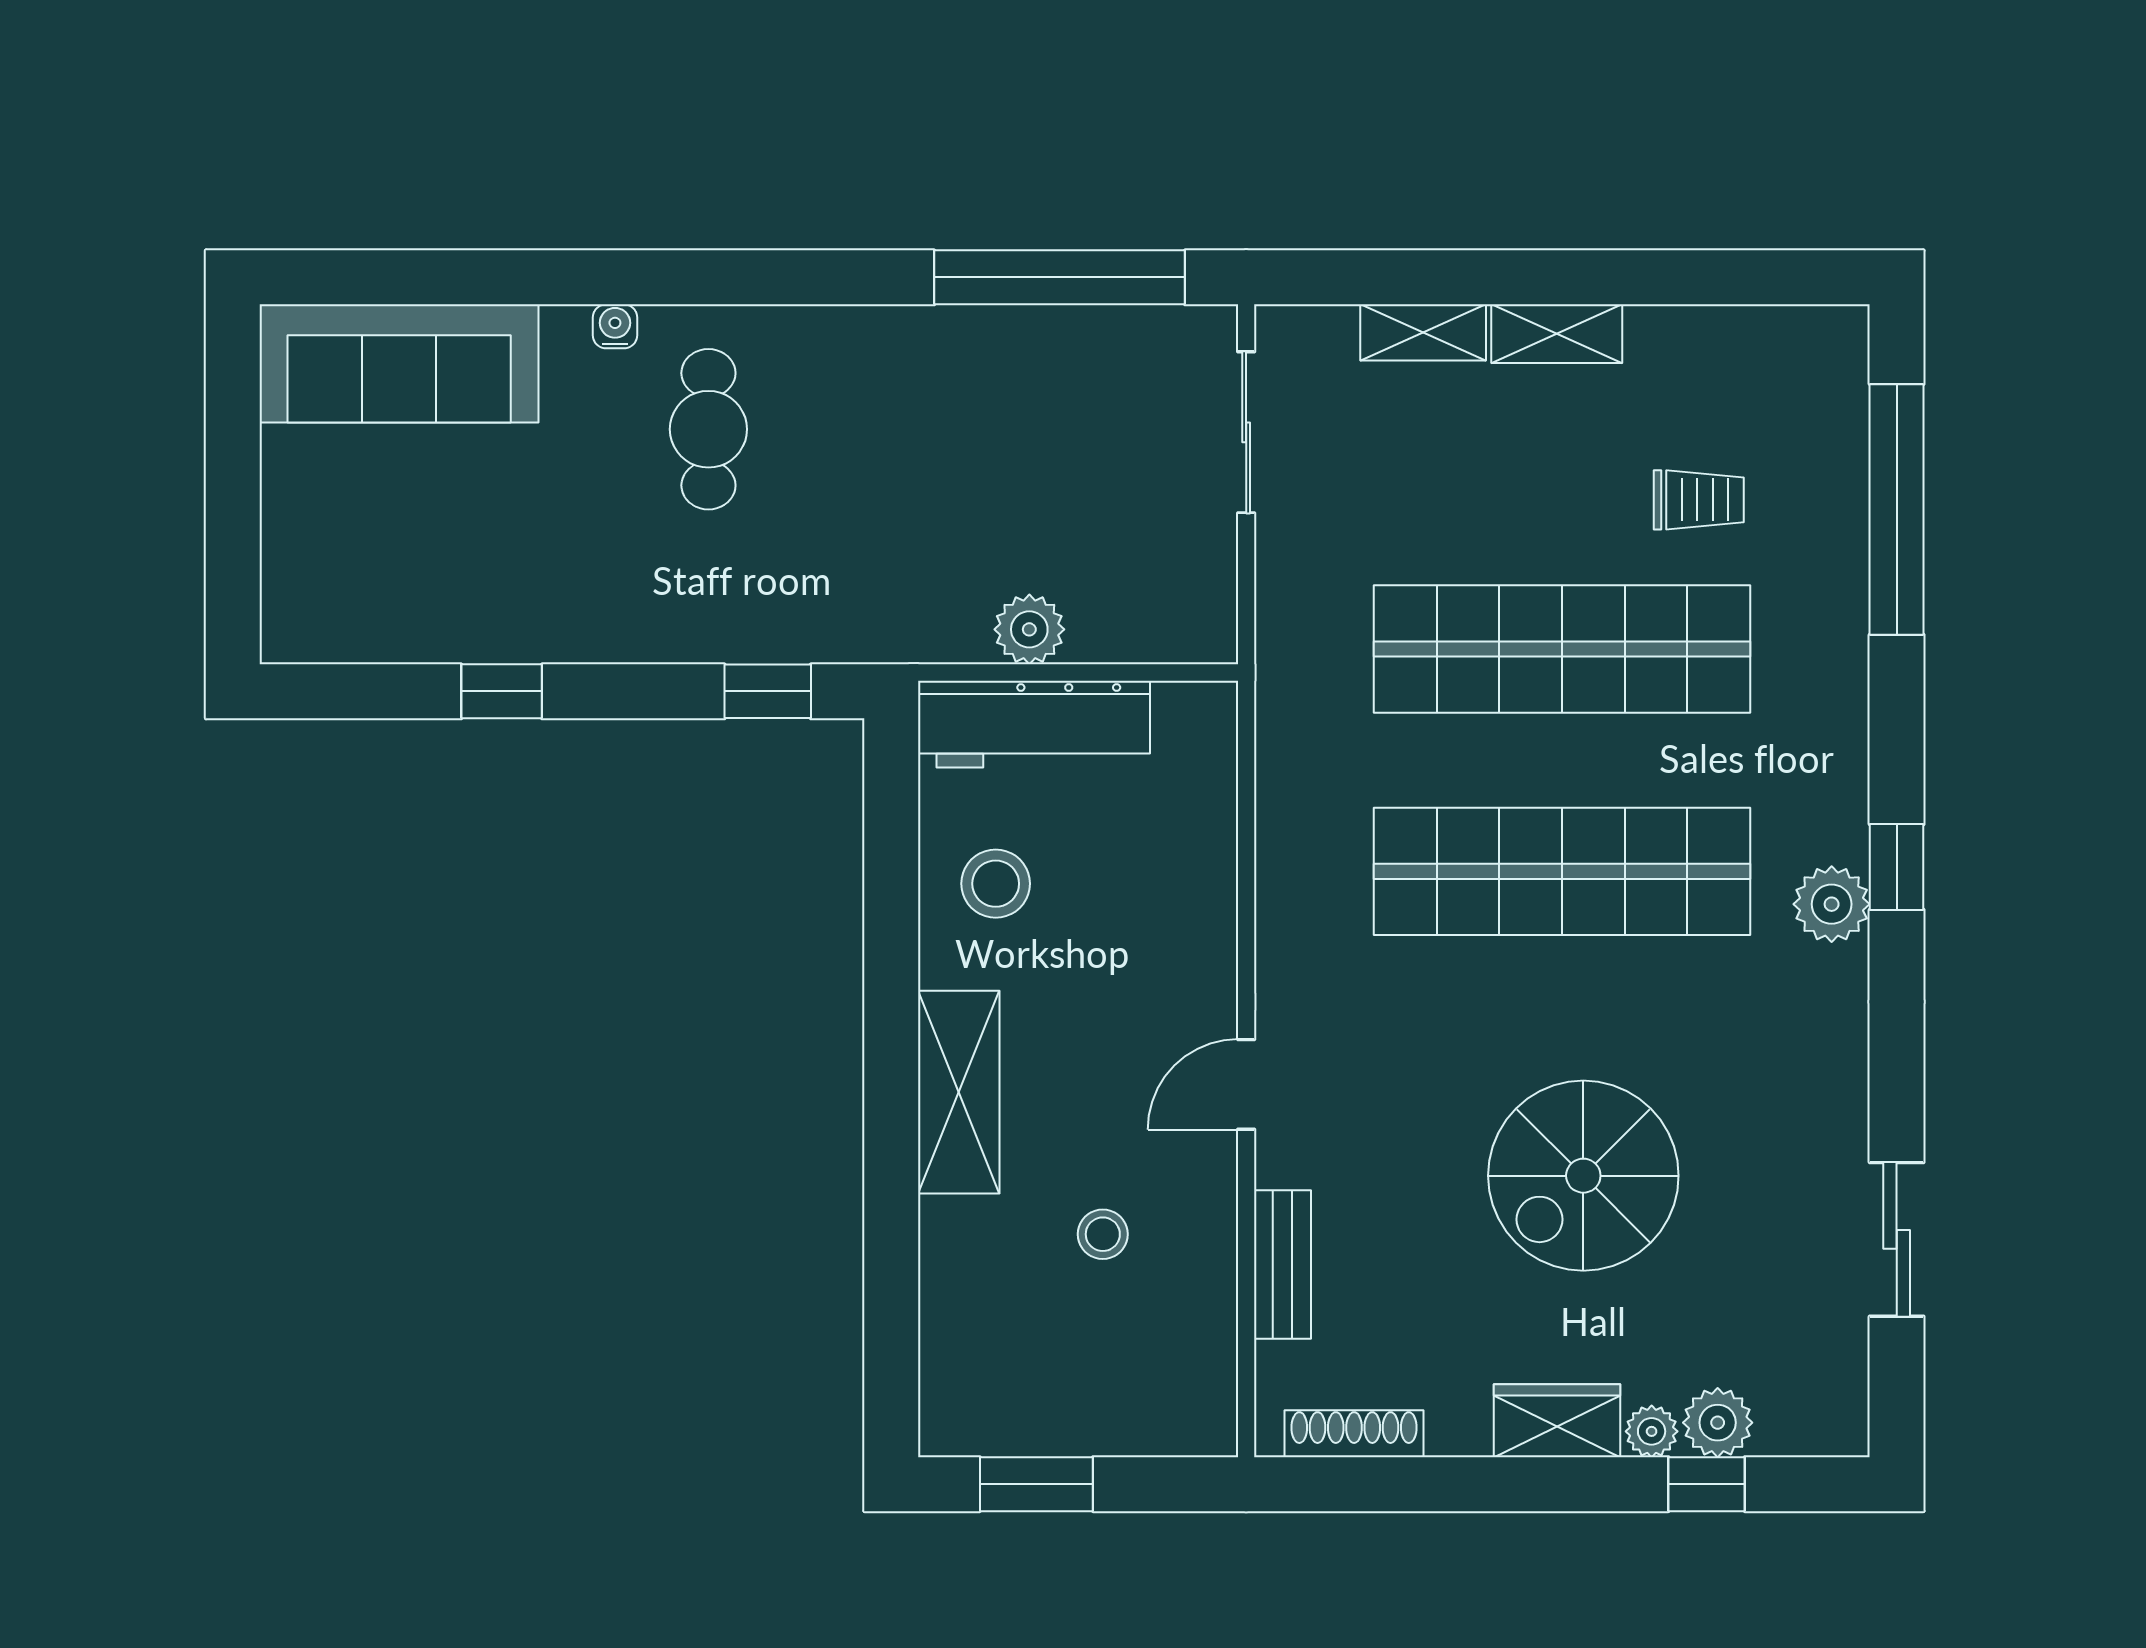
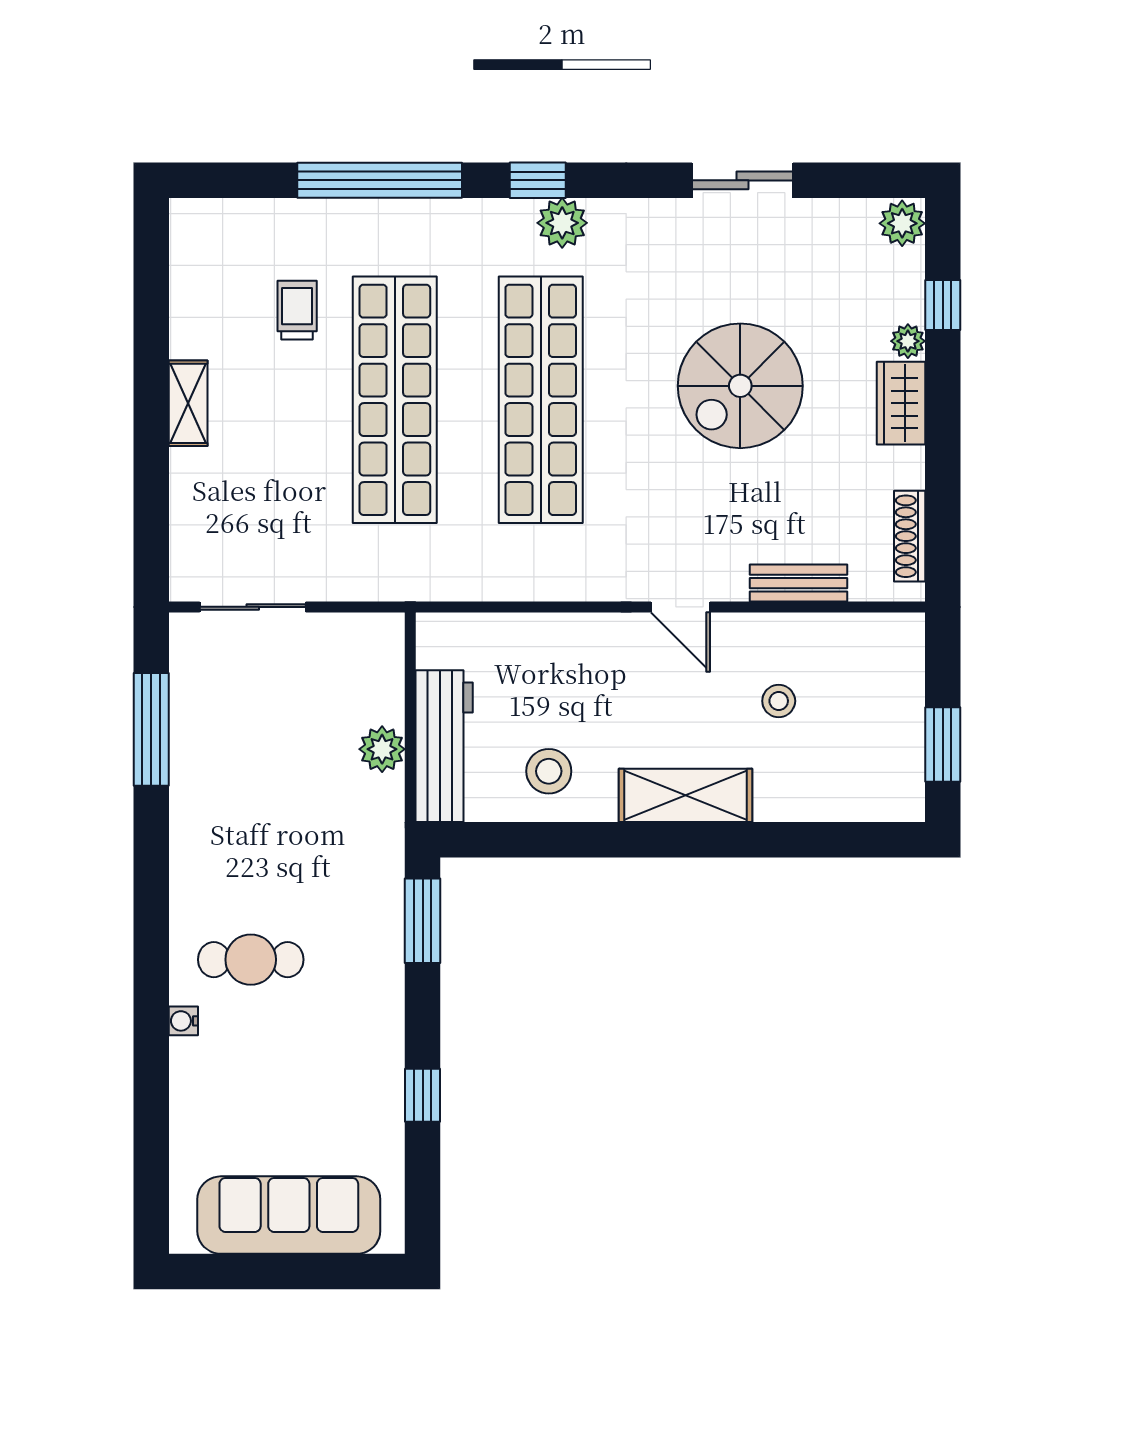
window: (1060, 277) -> (151, 729), width x0.68
shelving: (1423, 332) -> (187, 491), removed
sofa: (399, 363) -> (289, 1215), moved, turned -90
window: (1897, 509) -> (380, 180), moved
window: (768, 691) -> (423, 921), width x1.50
spiral stairs: (1583, 1176) -> (740, 386), turned 90
sliding door: (1897, 1239) -> (742, 180), moved
plant: (1718, 1423) -> (902, 223), moved

